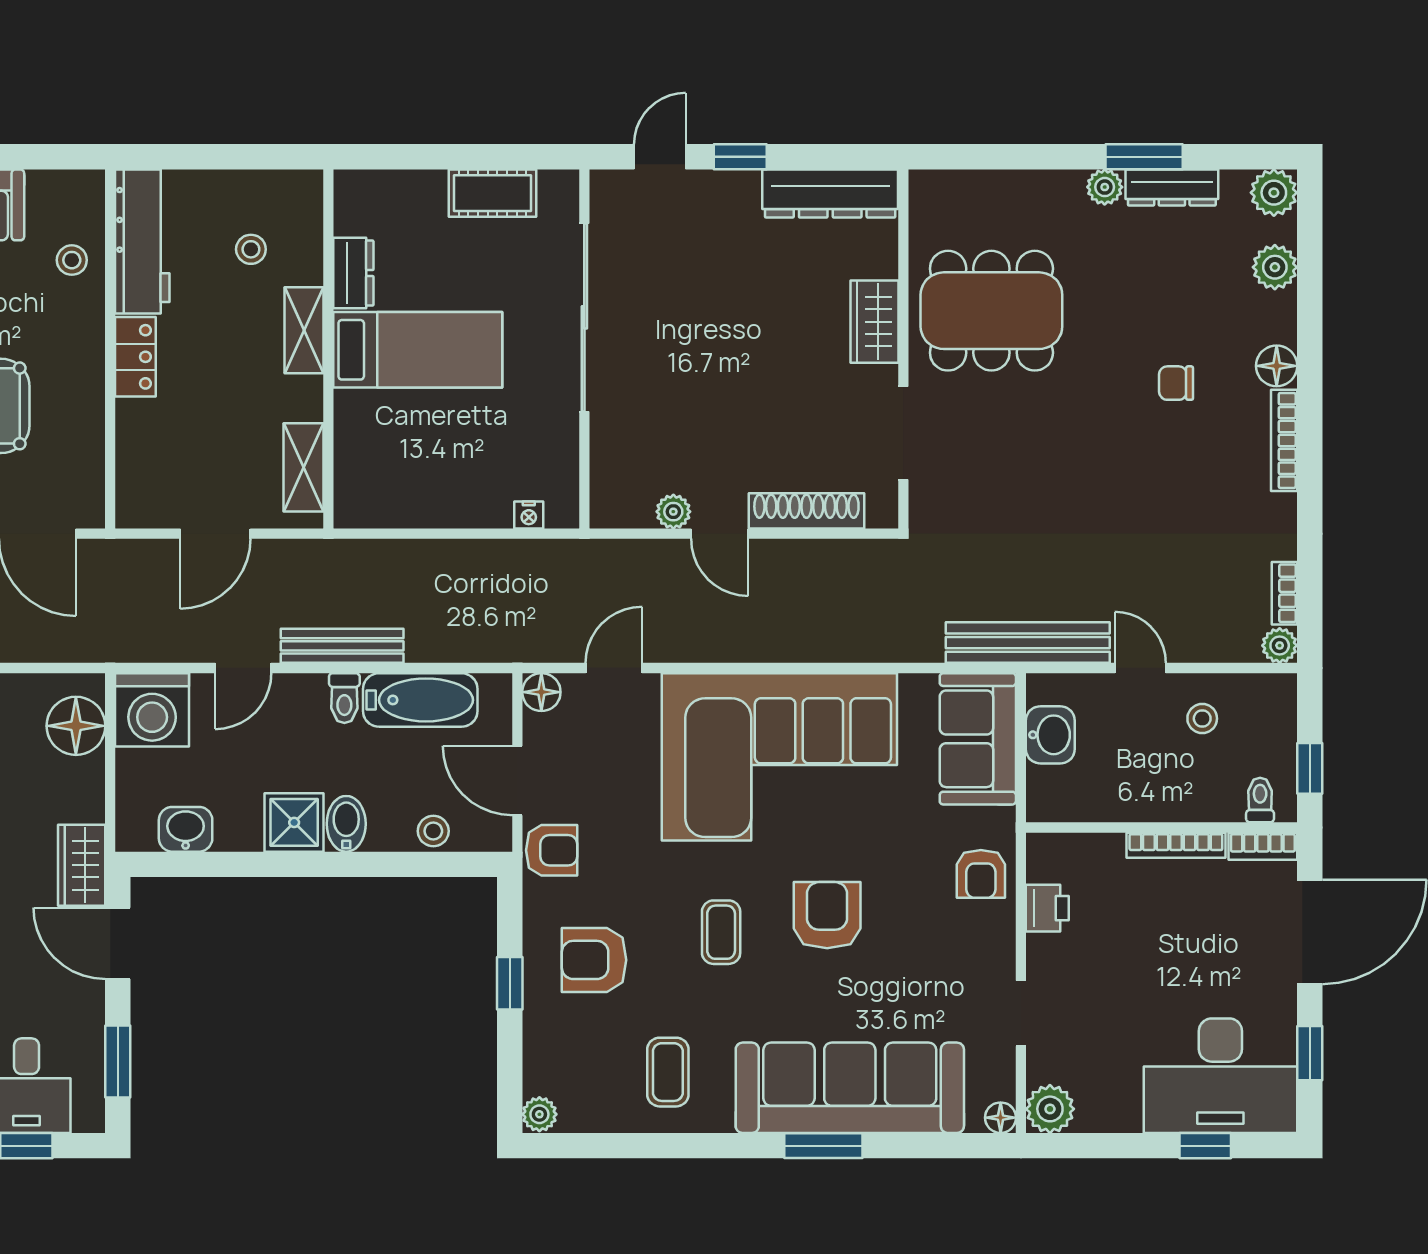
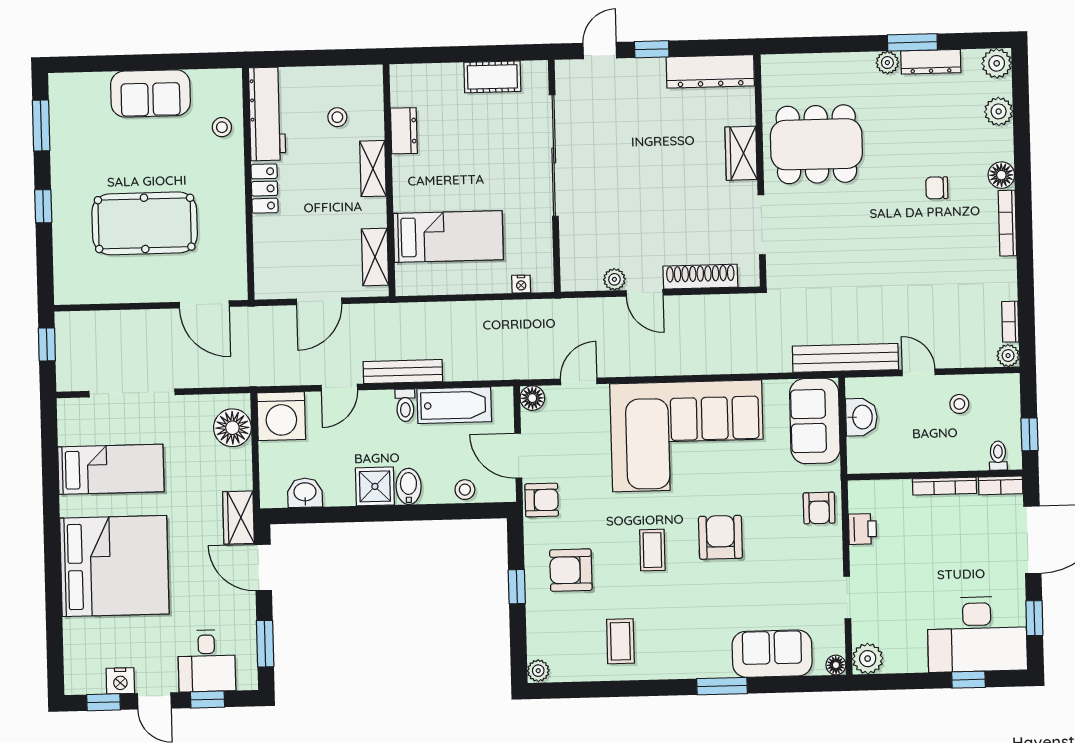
bed: (418, 350) -> (448, 236), moved
sofa: (850, 1088) -> (772, 654), width x0.54, depth x0.79

